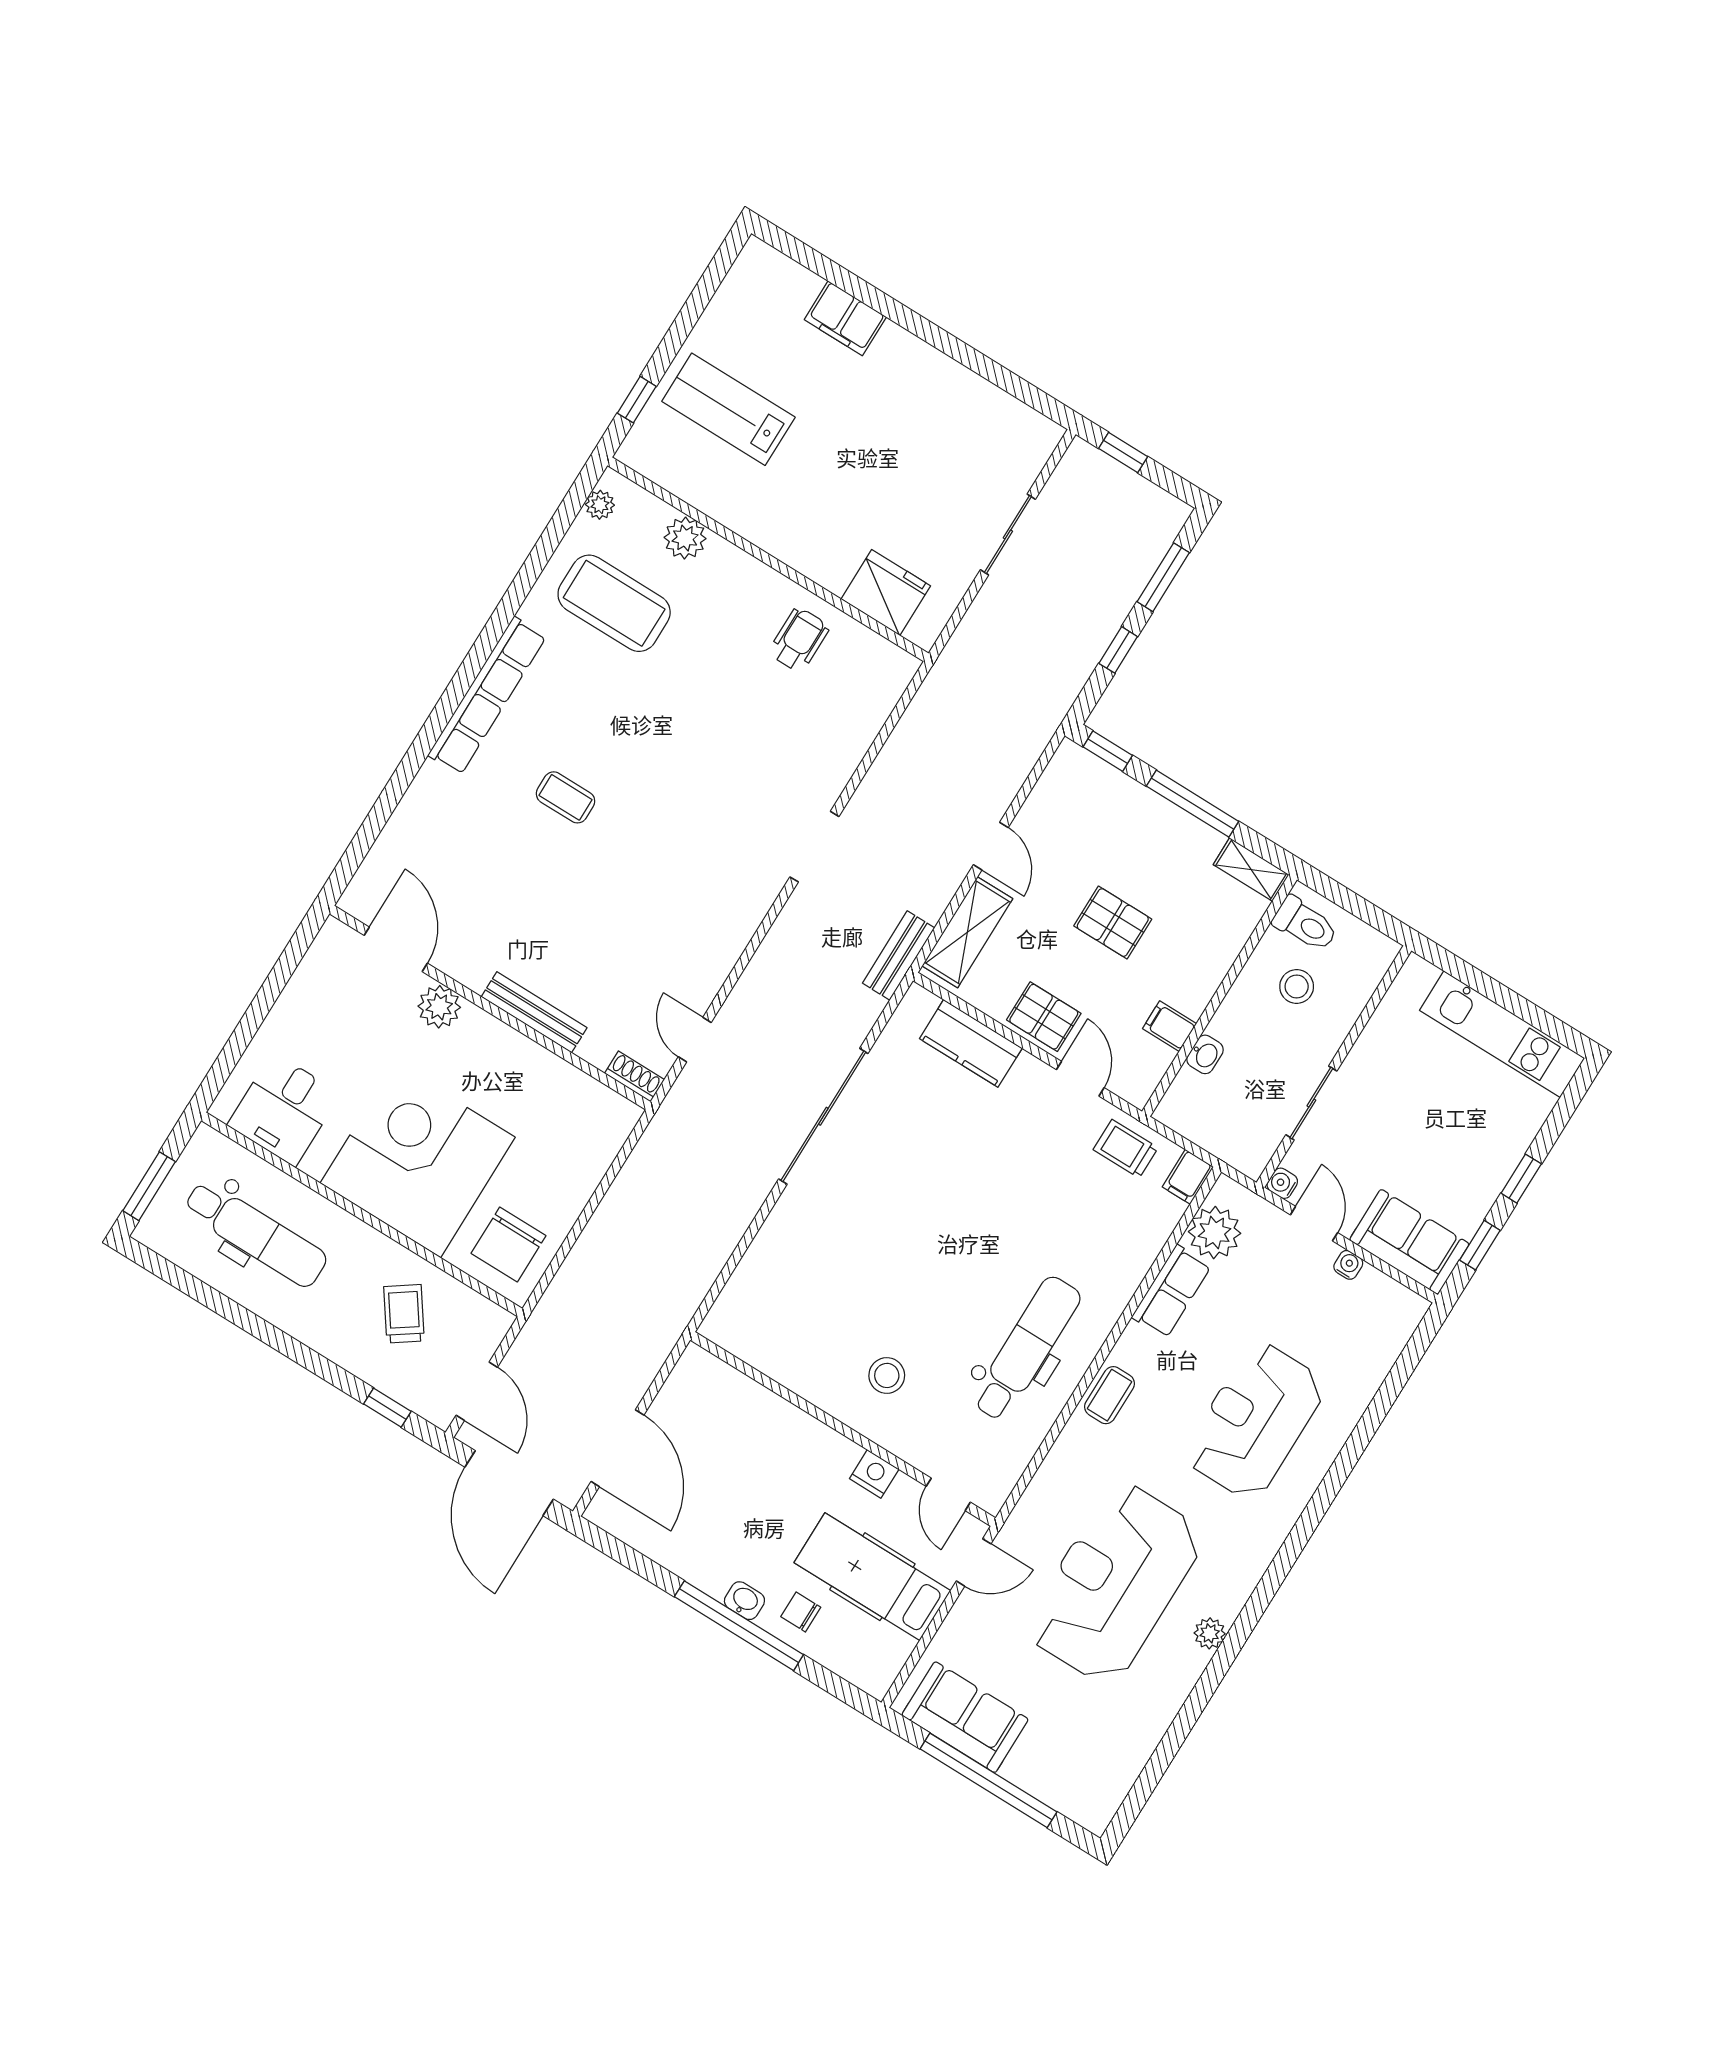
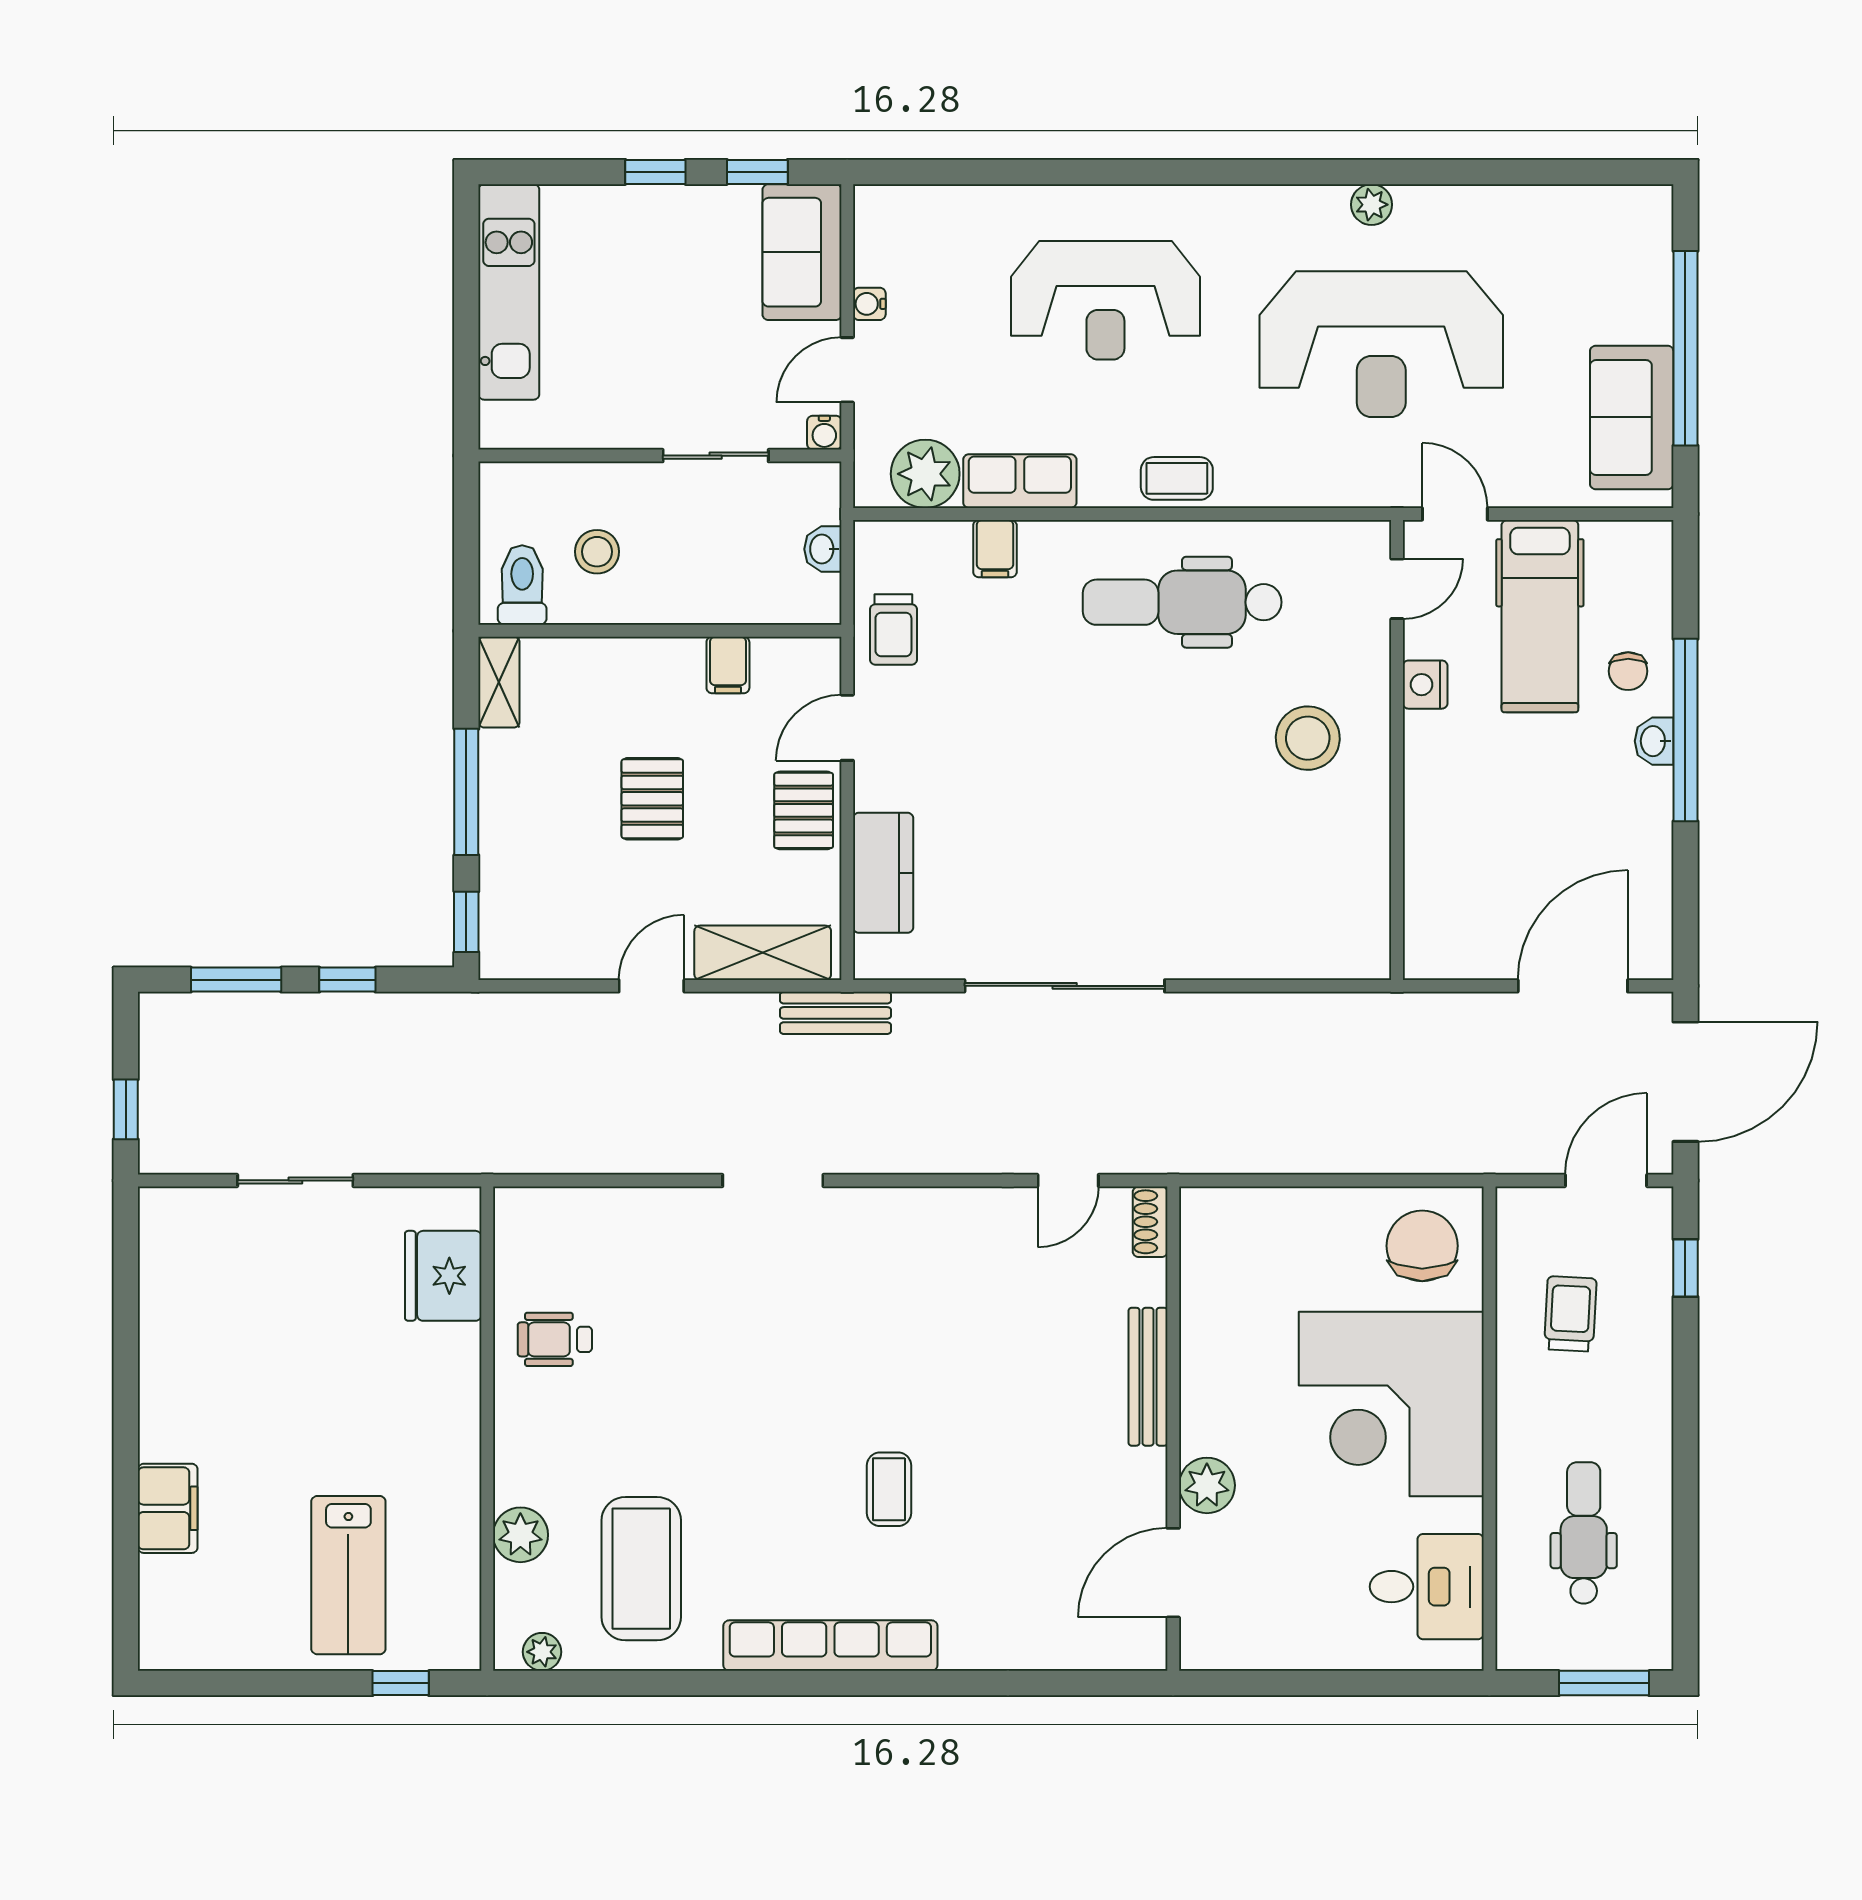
washbasin: (1205, 1054) -> (823, 549), moved, turned -90
filing cabinet: (1188, 1177) -> (995, 549), moved, turned 90
dental chair: (256, 1234) -> (1584, 1533), width x0.73, depth x0.72
chair: (509, 1244) -> (1422, 1246), turned -90
trolley: (404, 1314) -> (1570, 1314), turned 128
stool: (887, 1375) -> (1308, 738), width x1.38, depth x1.38

